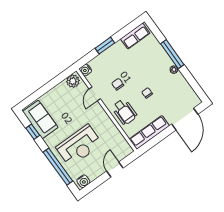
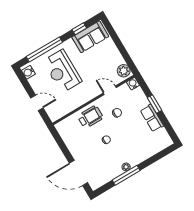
row of seats: (135, 36) -> (152, 118), moved
window: (172, 54) -> (126, 175), moved
wheelchair: (125, 112) -> (90, 117), turned 180
row of seats: (149, 132) -> (69, 138), removed

